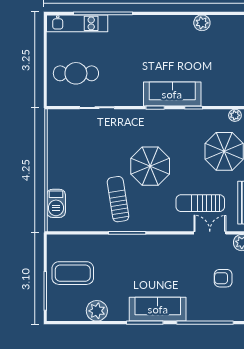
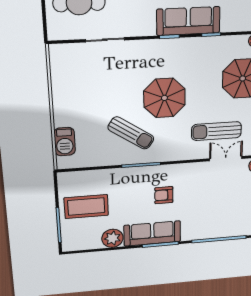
sun lounger: (118, 199) -> (131, 133), turned 133
armchair: (223, 278) -> (164, 195), moved
sofa: (158, 309) -> (152, 233), moved

